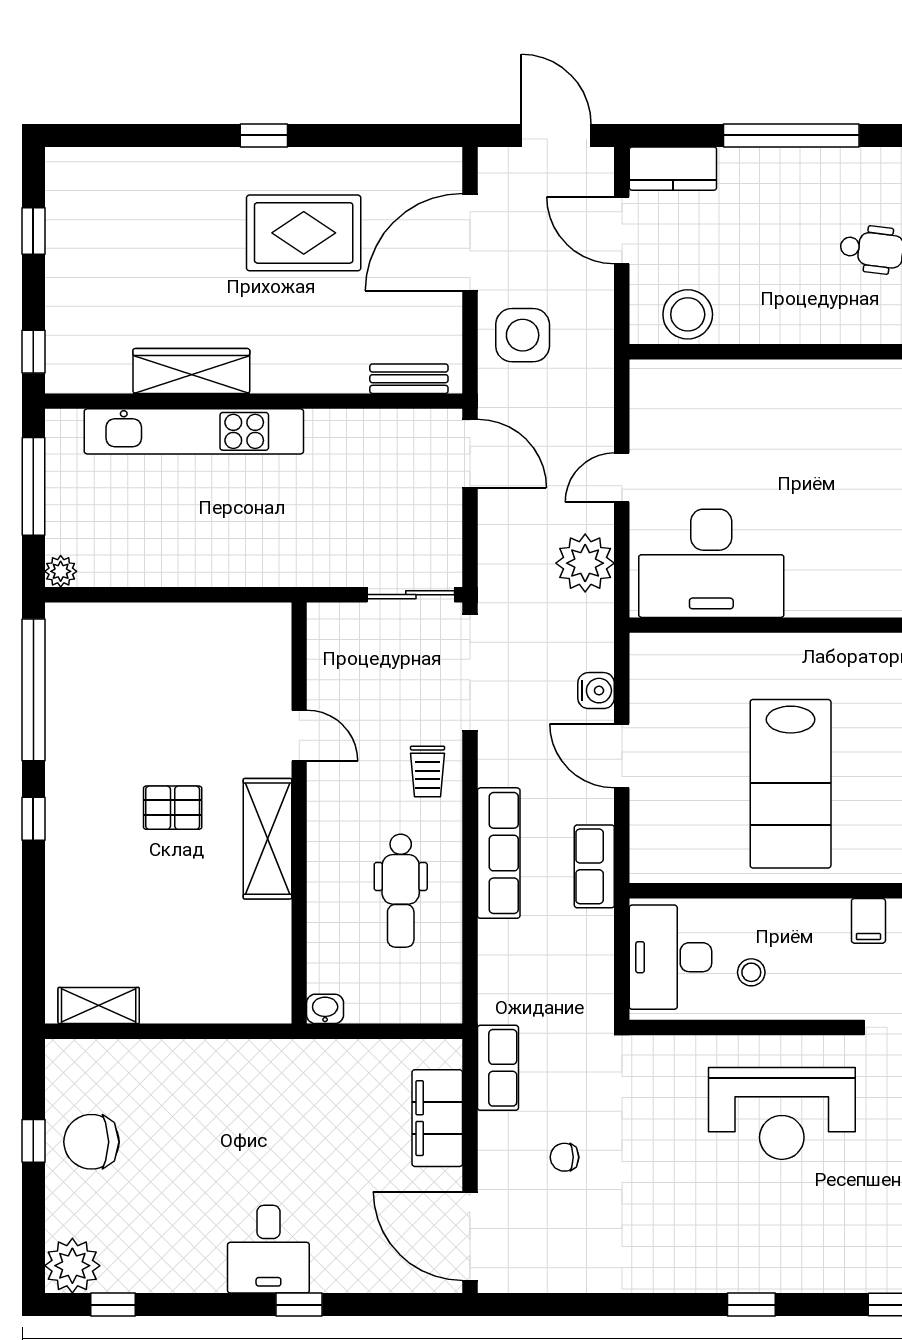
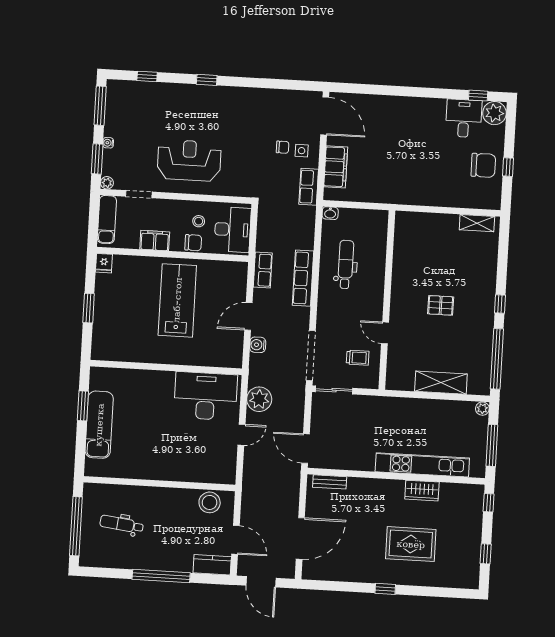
rug: (304, 233) -> (411, 544), moved
side table: (523, 335) -> (302, 151), moved, width x0.54, depth x0.54
wardrobe: (191, 371) -> (422, 491), width x0.67
door: (622, 756) -> (248, 316), swing flipped
trolley: (428, 771) -> (358, 358), moved, turned 90
shelving: (267, 839) -> (441, 383), moved, turned 90
chair: (761, 921) -> (193, 243), added
filing cabinet: (868, 921) -> (155, 241), width x2.00
washbasin: (325, 1009) -> (330, 213), moved
desk: (268, 1249) -> (464, 118), moved
window: (299, 1305) -> (399, 91), removed

